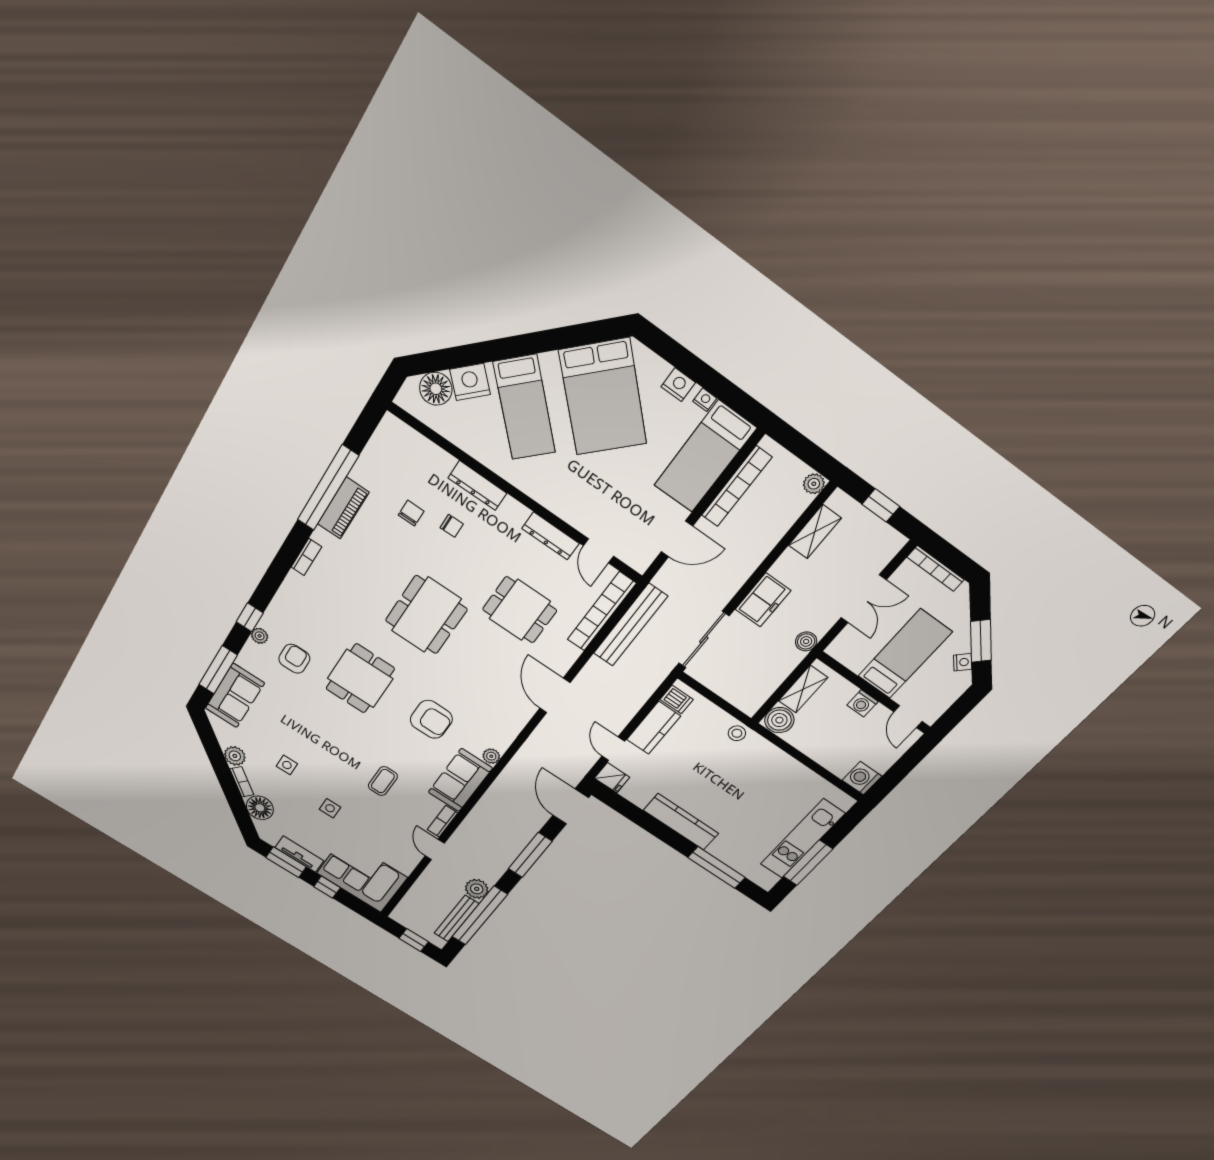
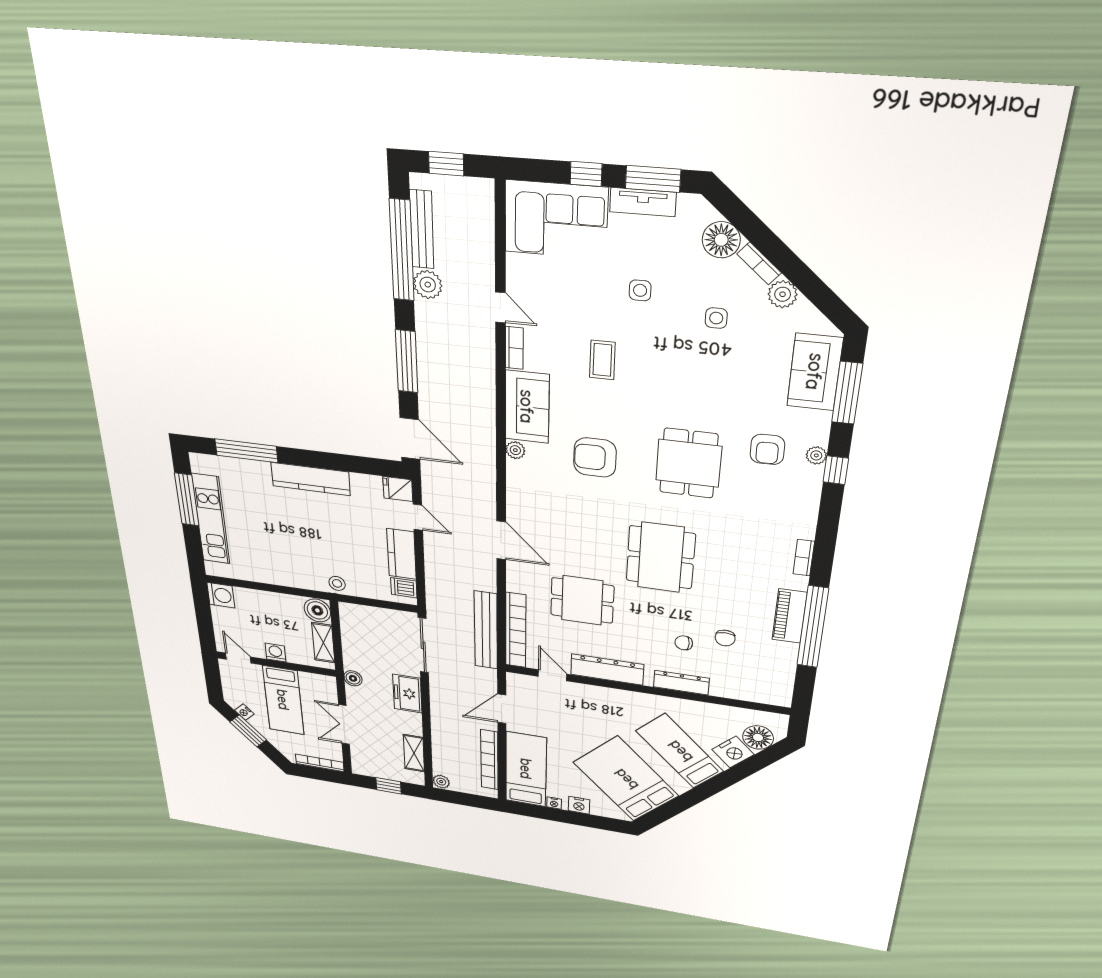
dresser: (551, 536) -> (607, 670), width x1.37, depth x1.24

